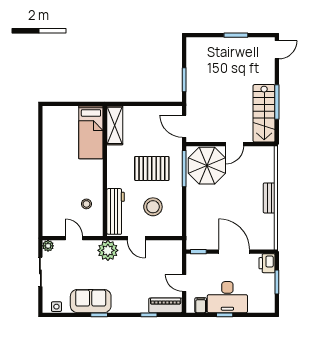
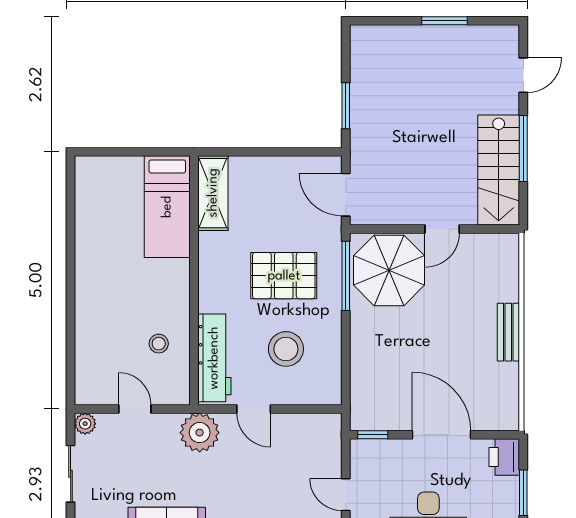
door: (277, 50) -> (523, 75), moved

